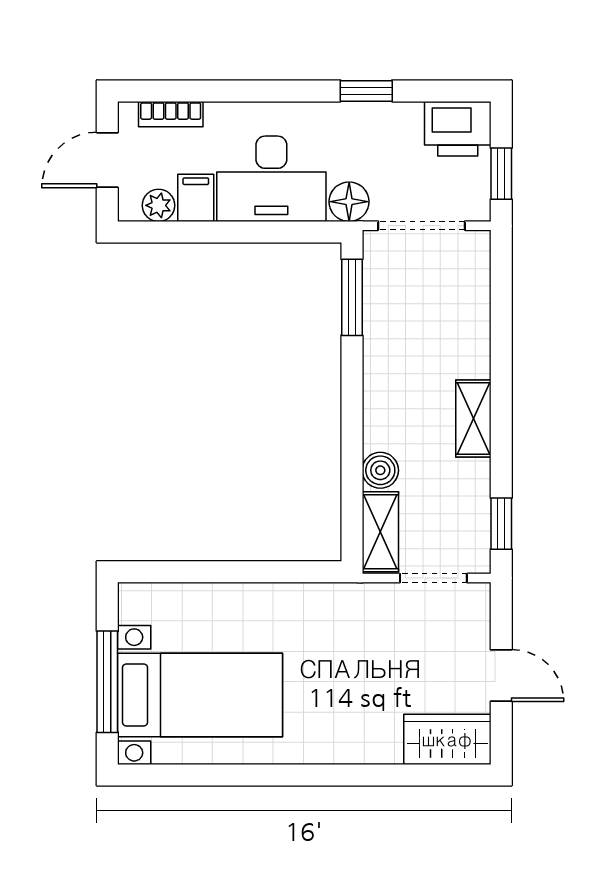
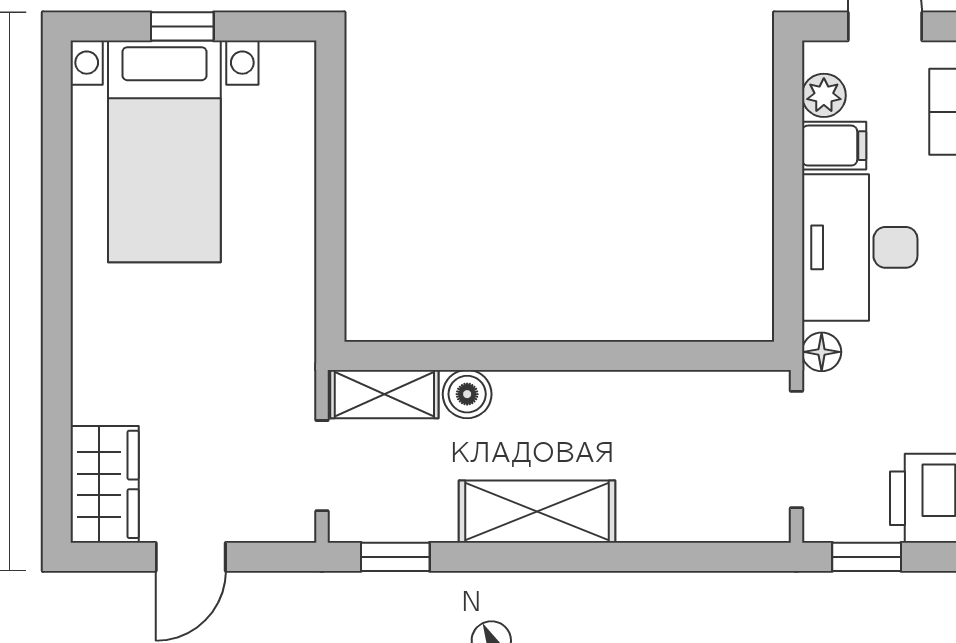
floor lamp: (349, 202) -> (822, 352), width x0.73, depth x0.73
window: (352, 297) -> (700, 356), removed
shelving: (473, 418) -> (537, 512), width x1.50, depth x1.33
window: (107, 682) -> (182, 26), width x0.46

